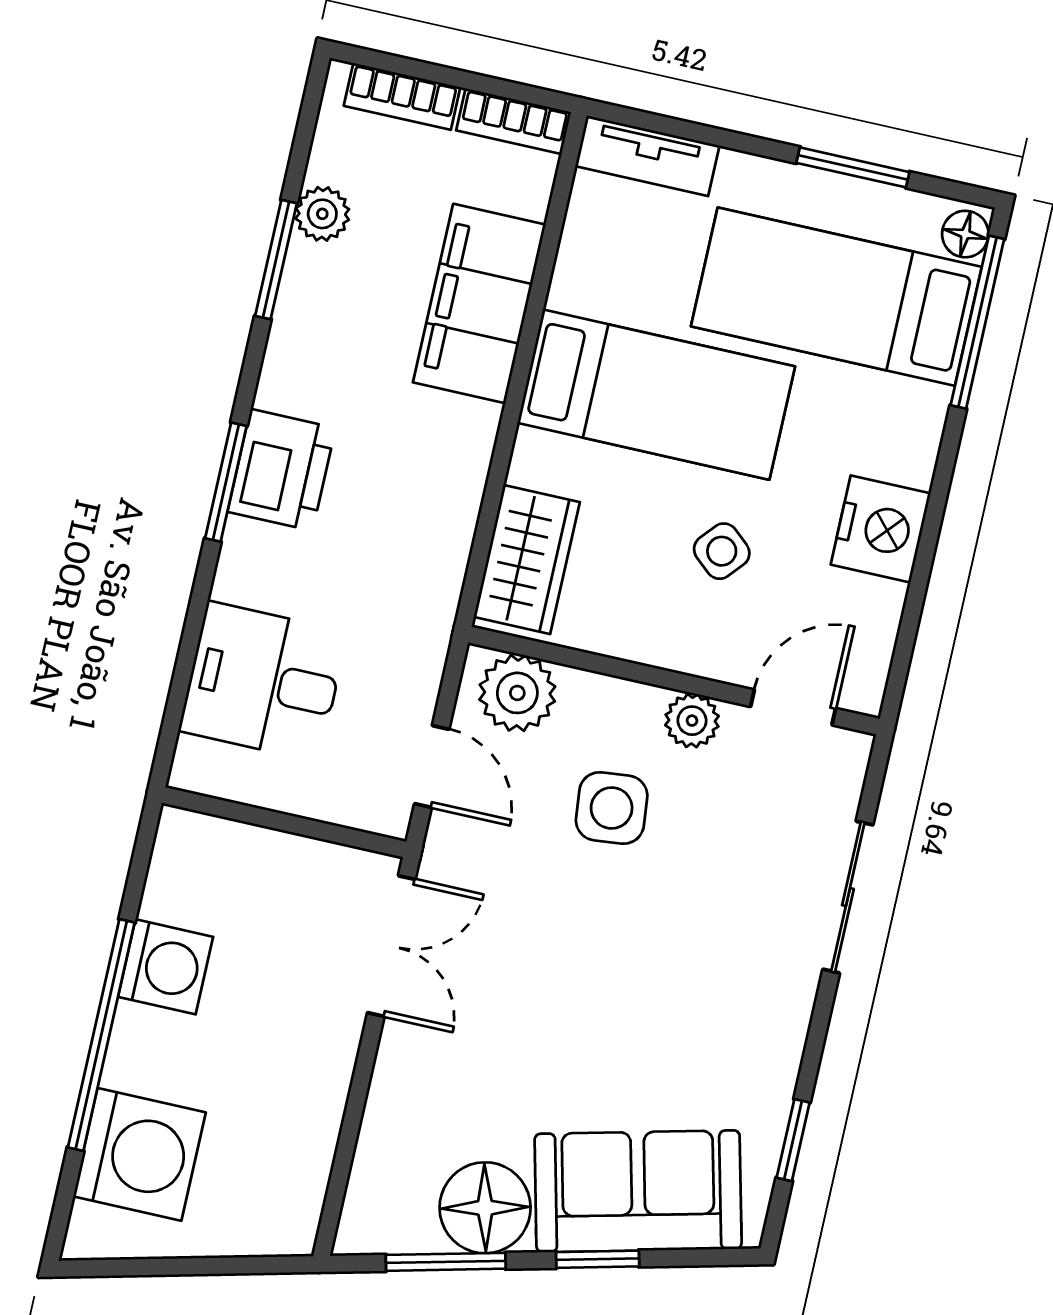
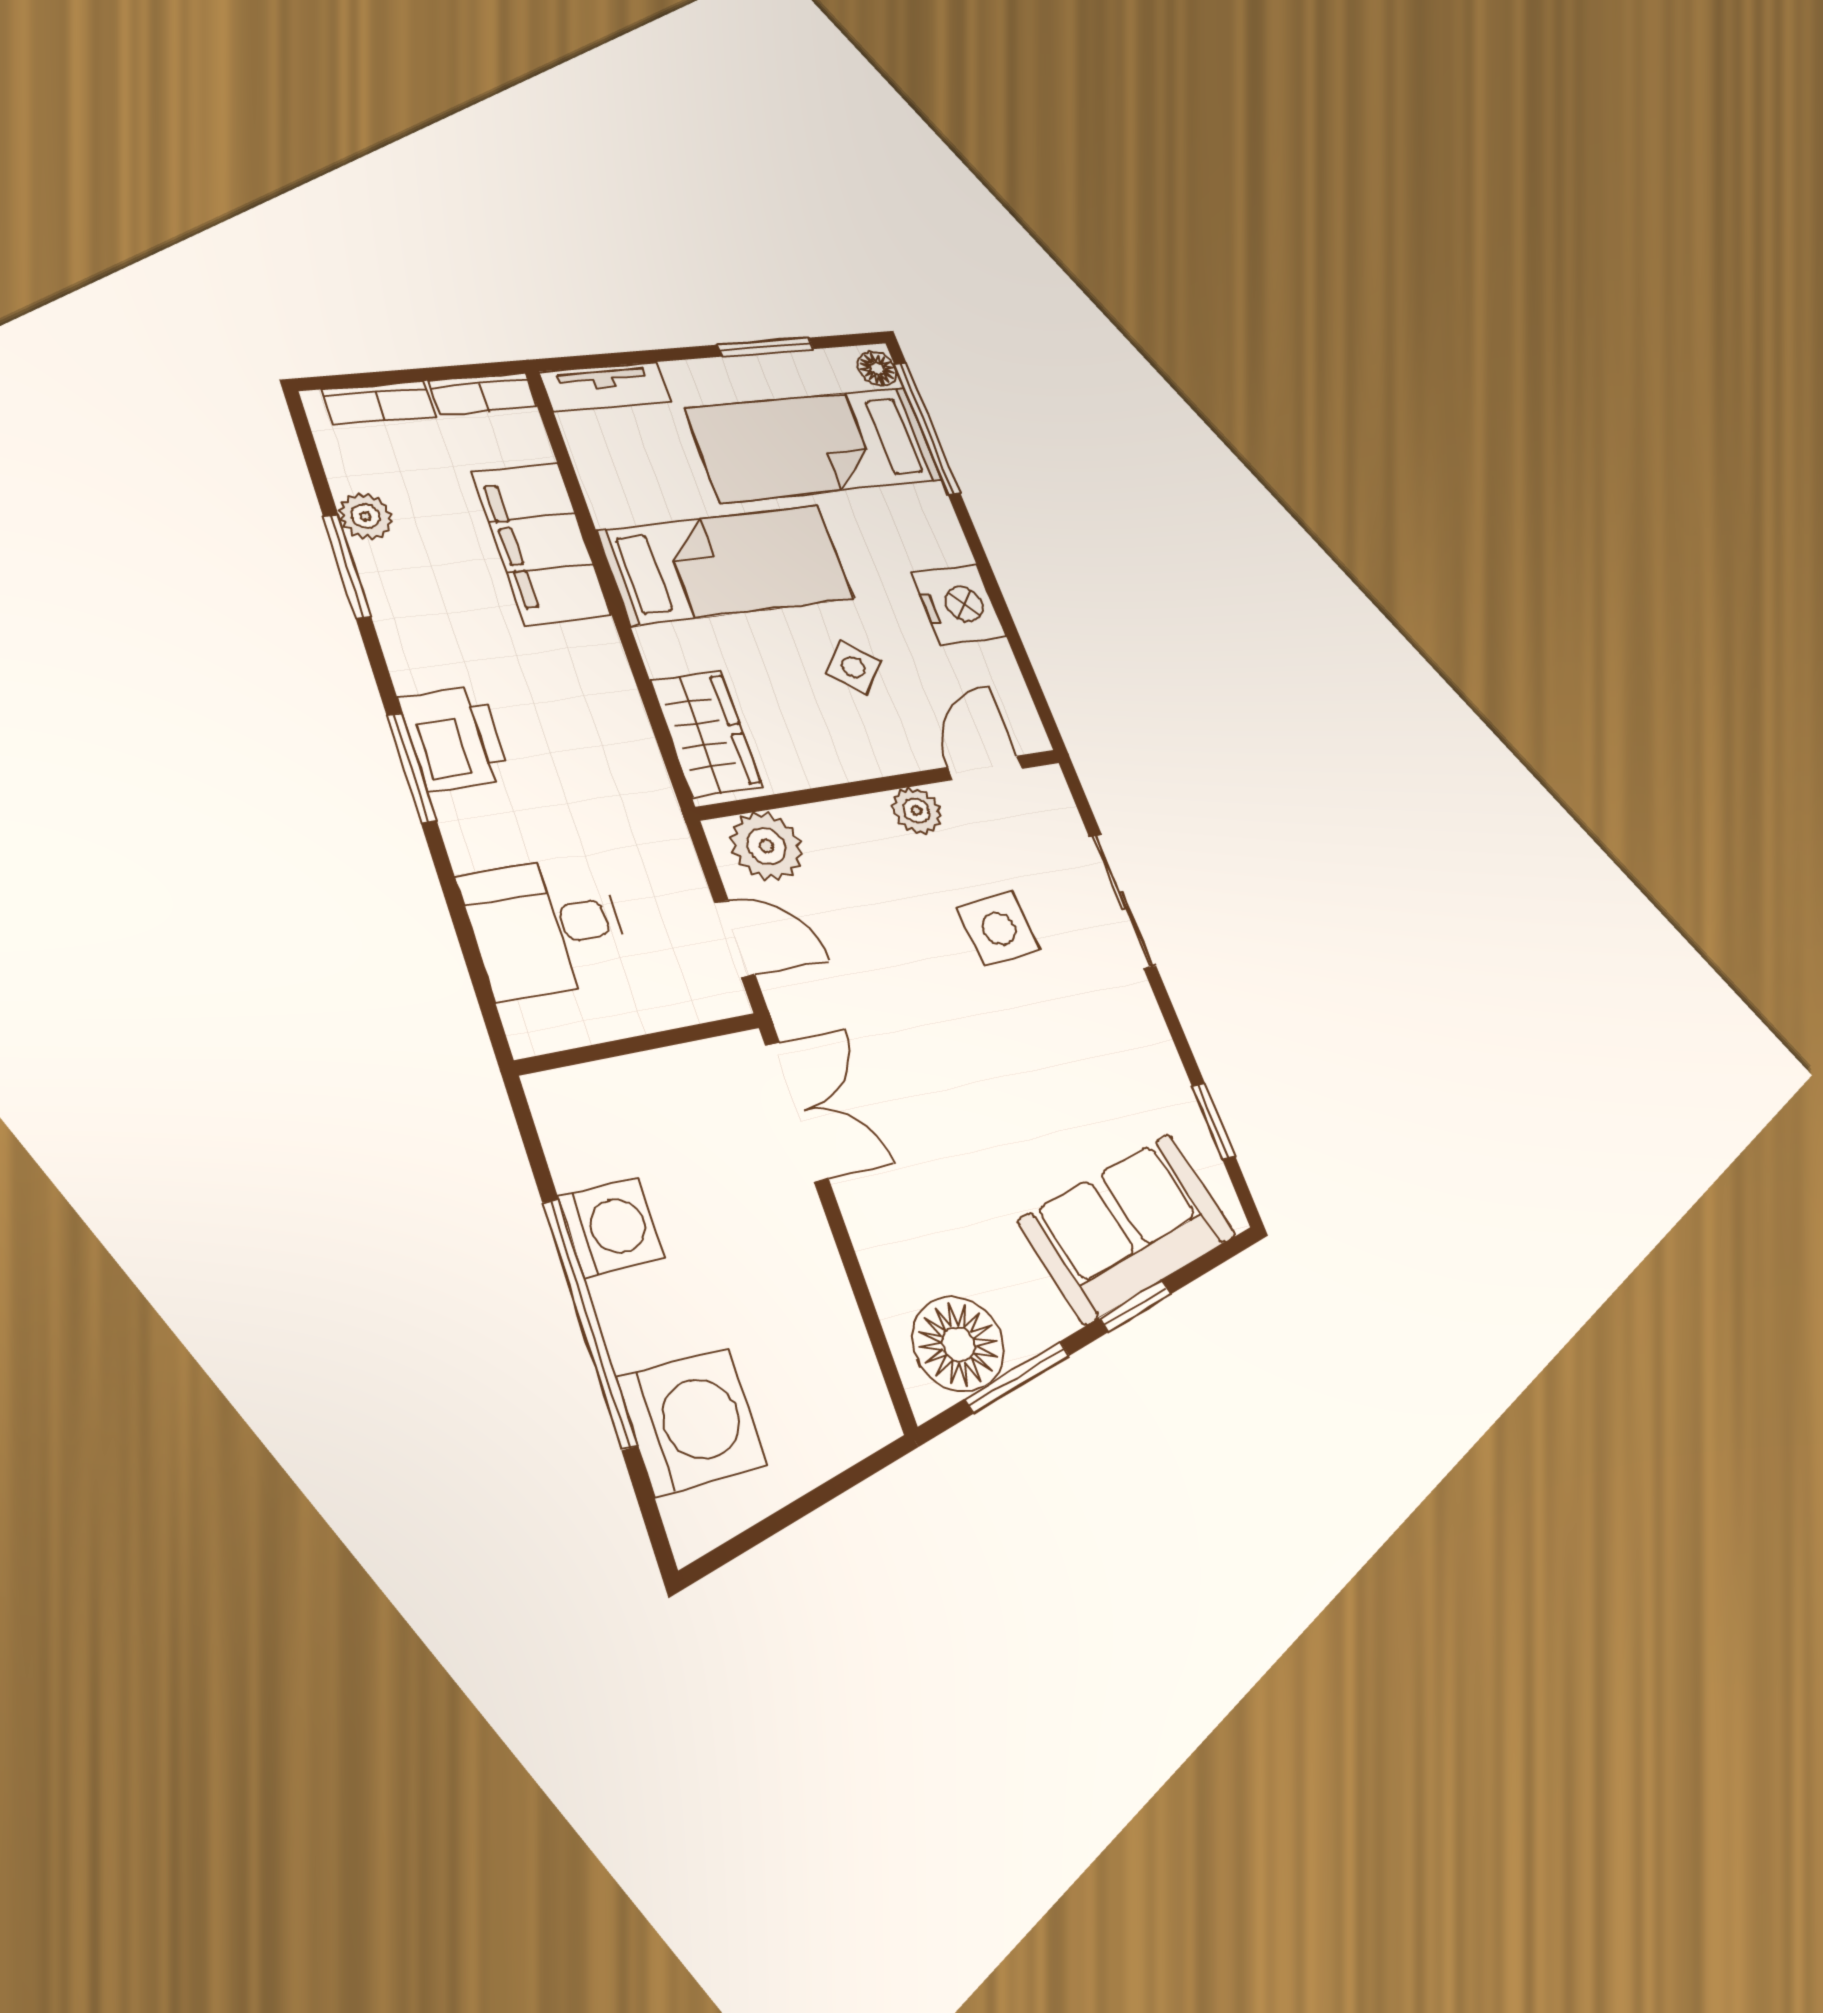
side table: (612, 808) -> (999, 929), moved
floor lamp: (485, 1208) -> (958, 1344), moved

